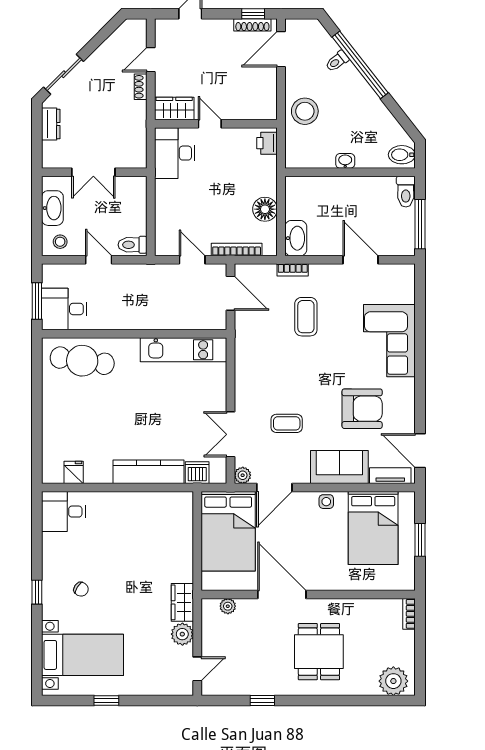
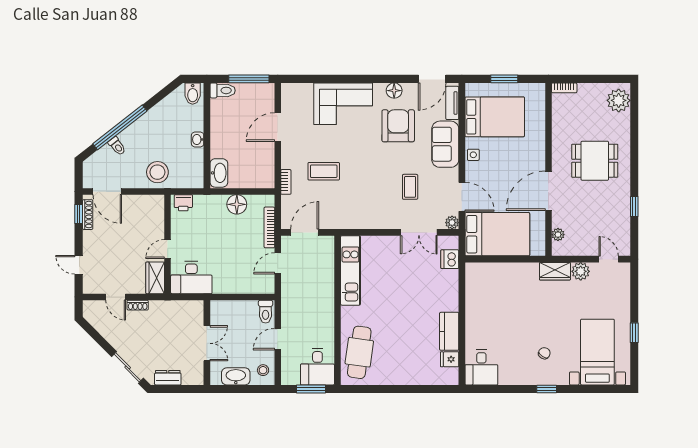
washbasin: (296, 238) -> (219, 173), moved, turned 90
floor lamp: (406, 404) -> (394, 91), added
kitchen counter: (149, 472) -> (449, 331), moved, width x0.67

